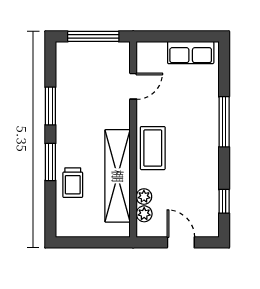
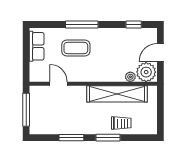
coffee table: (153, 148) -> (76, 48), moved
plant: (144, 214) -> (146, 72), width x1.87, depth x1.87

